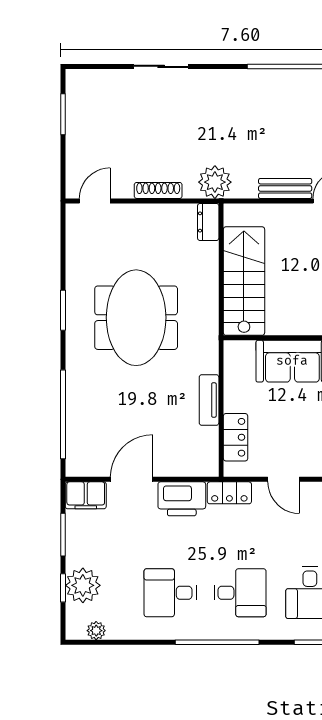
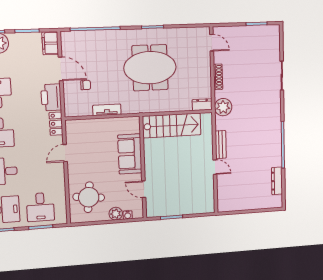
chair: (162, 436) -> (86, 85), added
locker: (236, 437) -> (87, 125), removed

